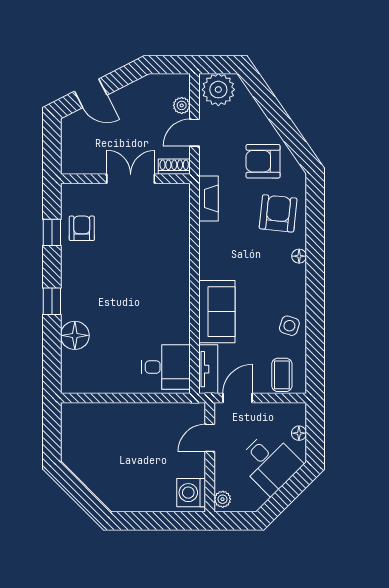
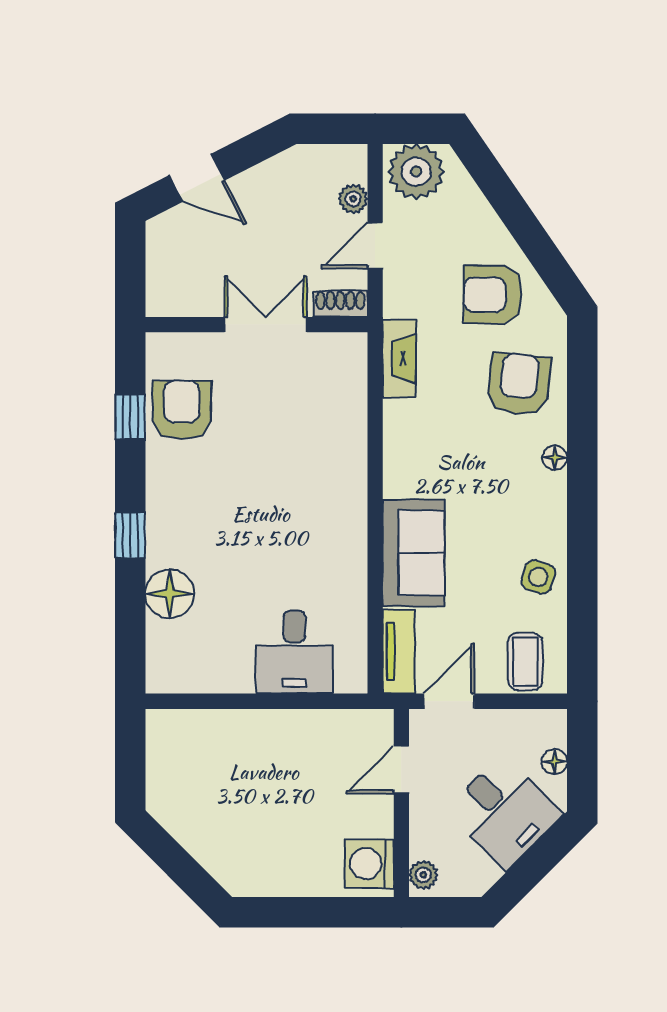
armchair: (82, 228) -> (182, 410), width x1.38, depth x1.38
desk: (166, 367) -> (294, 652), moved, turned 90

